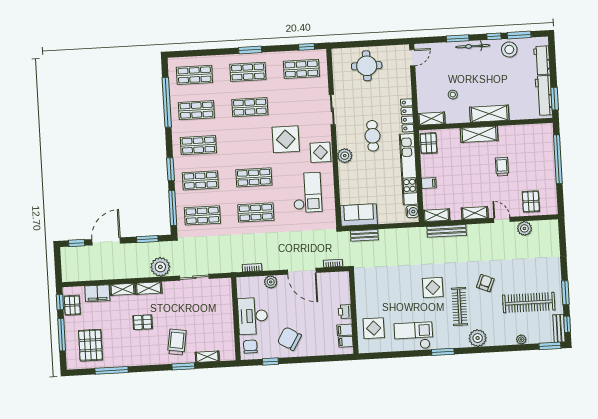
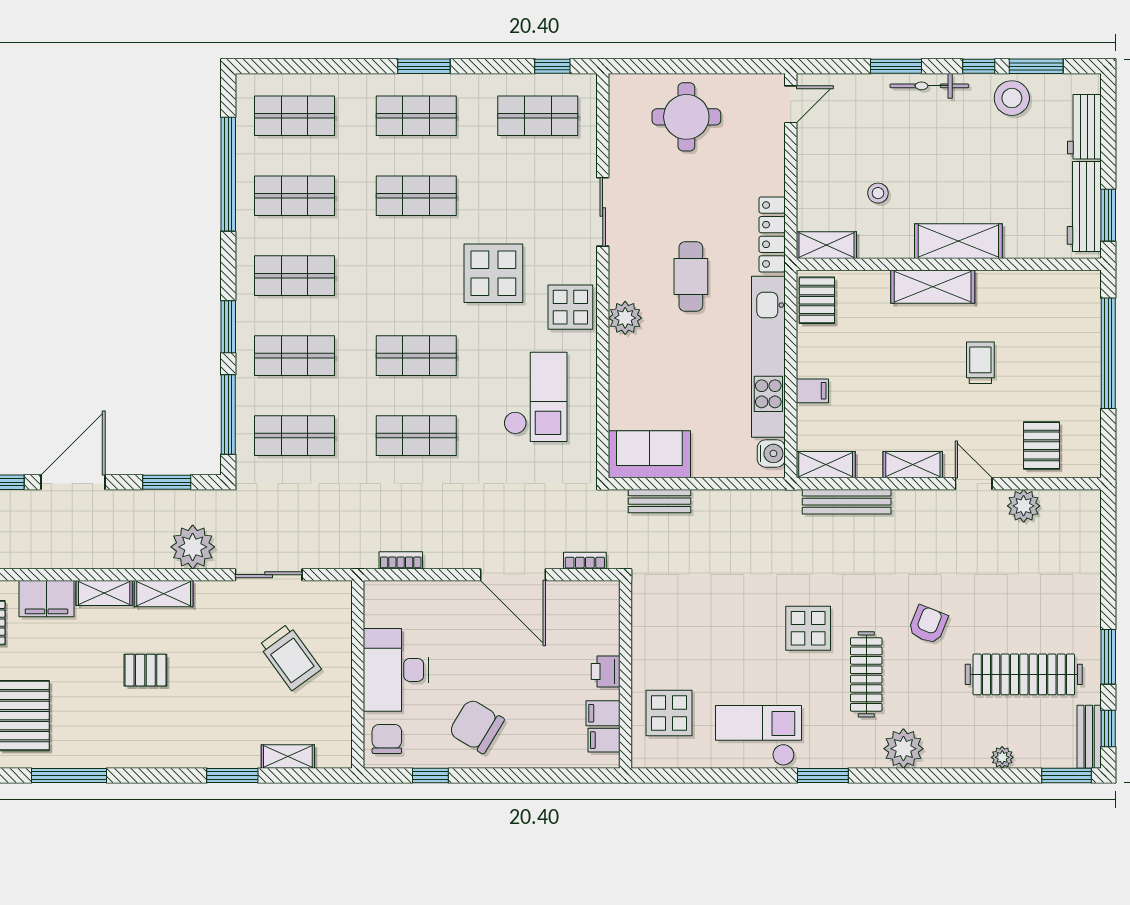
plant: (271, 282) -> (441, 595), removed
trolley: (177, 342) -> (290, 657), moved, turned 135

